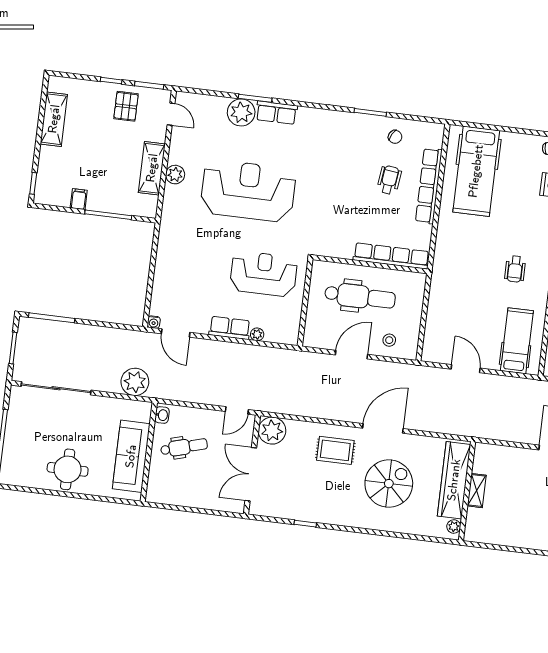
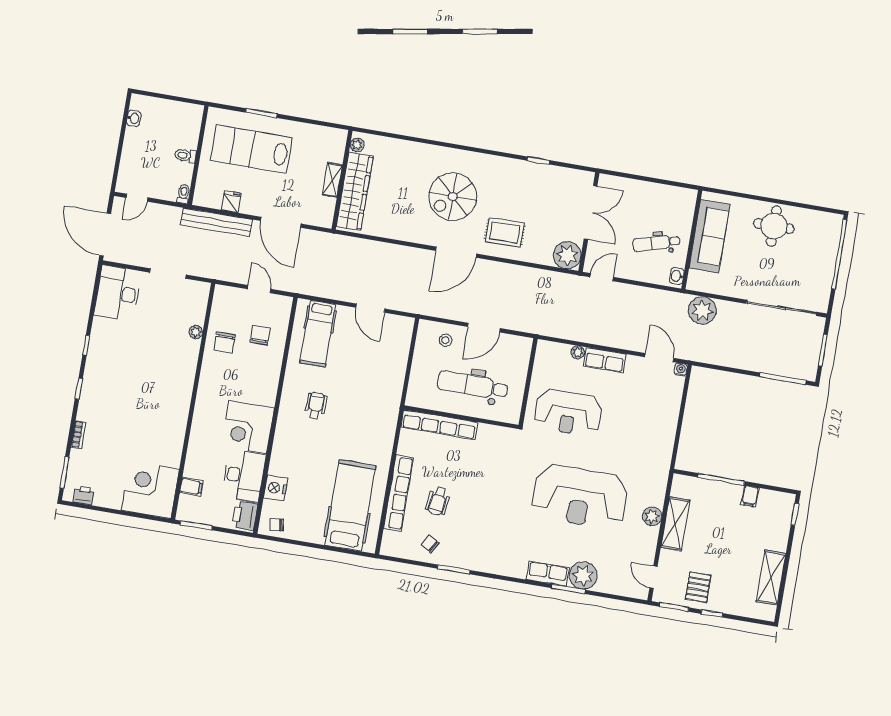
wardrobe: (454, 480) -> (355, 191), moved
wall: (467, 491) -> (342, 180), moved
shelving: (477, 491) -> (332, 180), moved
plant: (454, 527) -> (357, 145), moved

